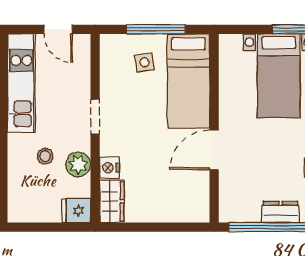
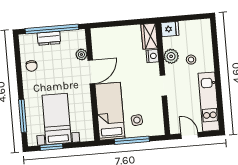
plant: (228, 180) -> (81, 55), added

